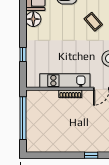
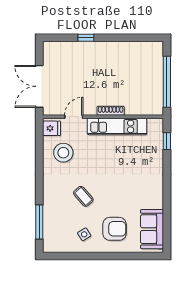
floor lamp: (33, 19) -> (154, 199), removed
window: (23, 54) -> (167, 141), moved

